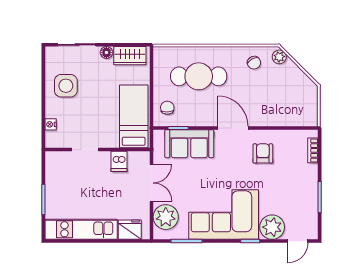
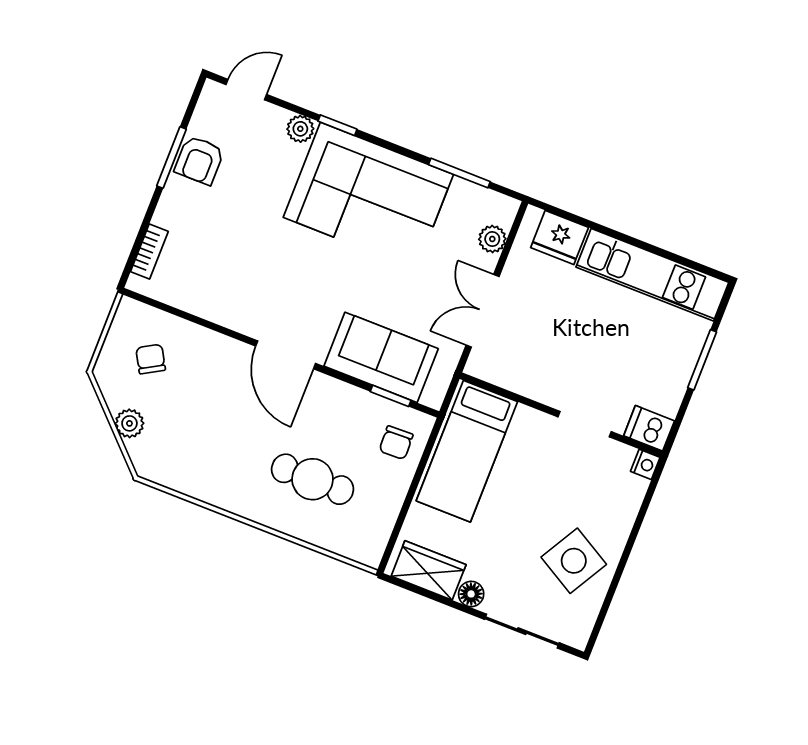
plant: (279, 57) -> (129, 423), moved
chair: (254, 63) -> (151, 359), moved
cafe table: (199, 76) -> (313, 479), width x0.73, depth x0.74
side table: (66, 86) -> (574, 561), turned 30
nightstand: (51, 124) -> (645, 464), moved
armchair: (263, 153) -> (199, 160), moved
dishwasher: (119, 161) -> (649, 428), moved, turned -90
plant: (166, 217) -> (492, 239), width x0.53, depth x0.53
plant: (272, 227) -> (300, 129), width x0.53, depth x0.53

